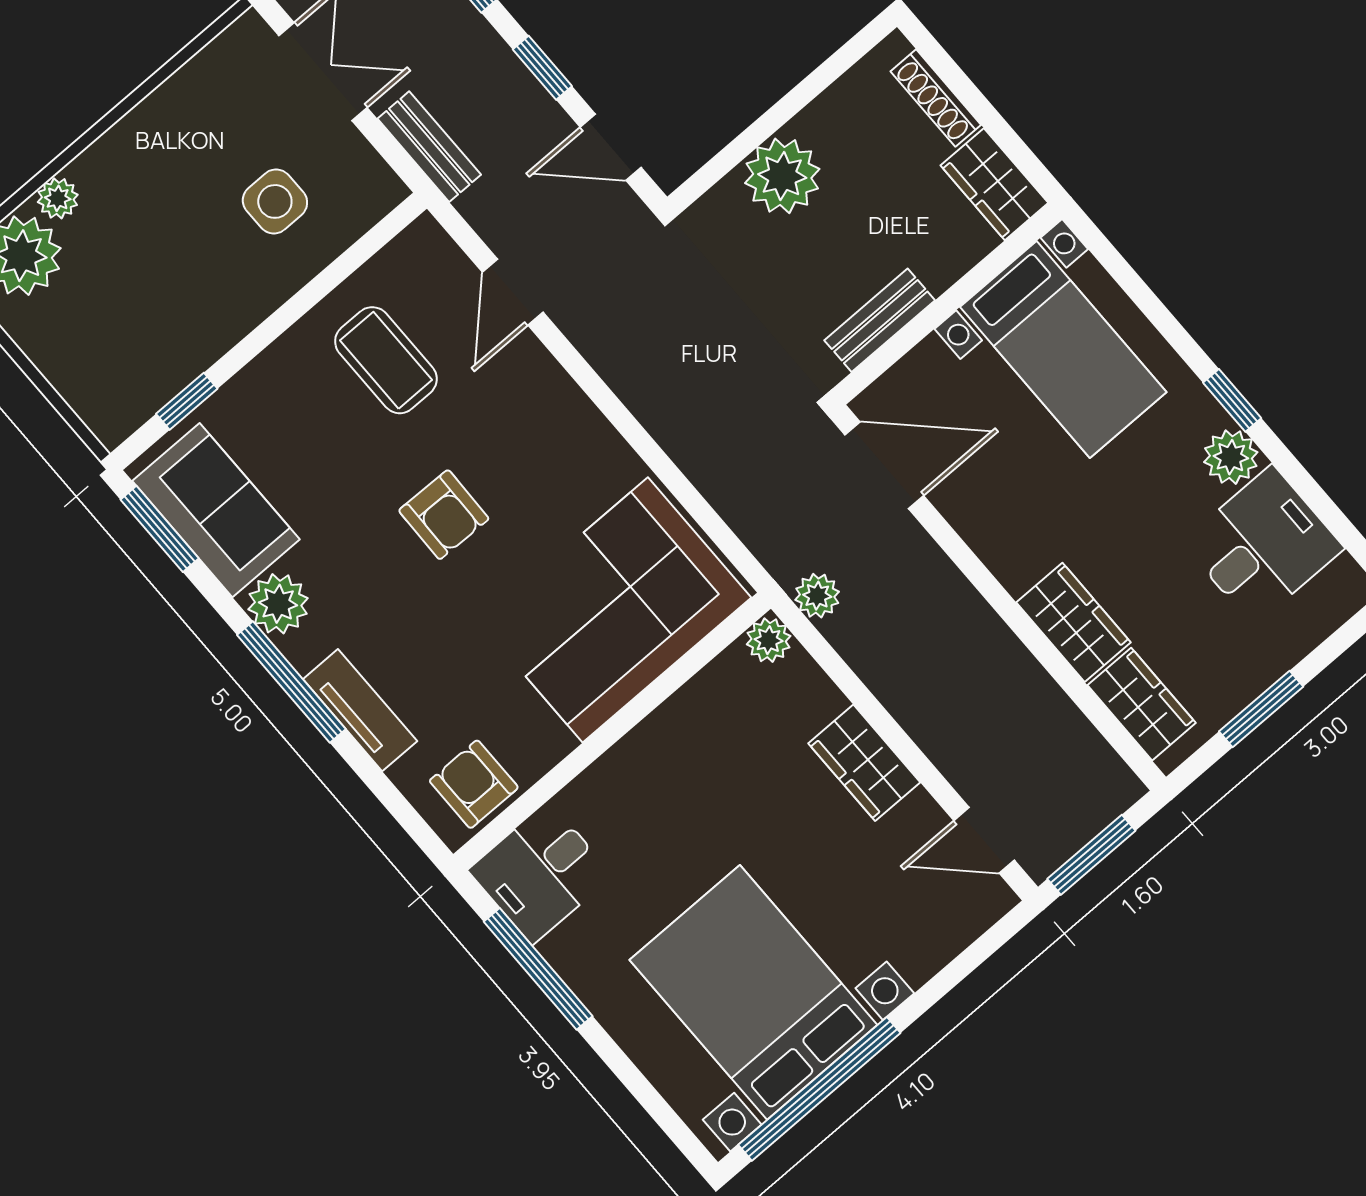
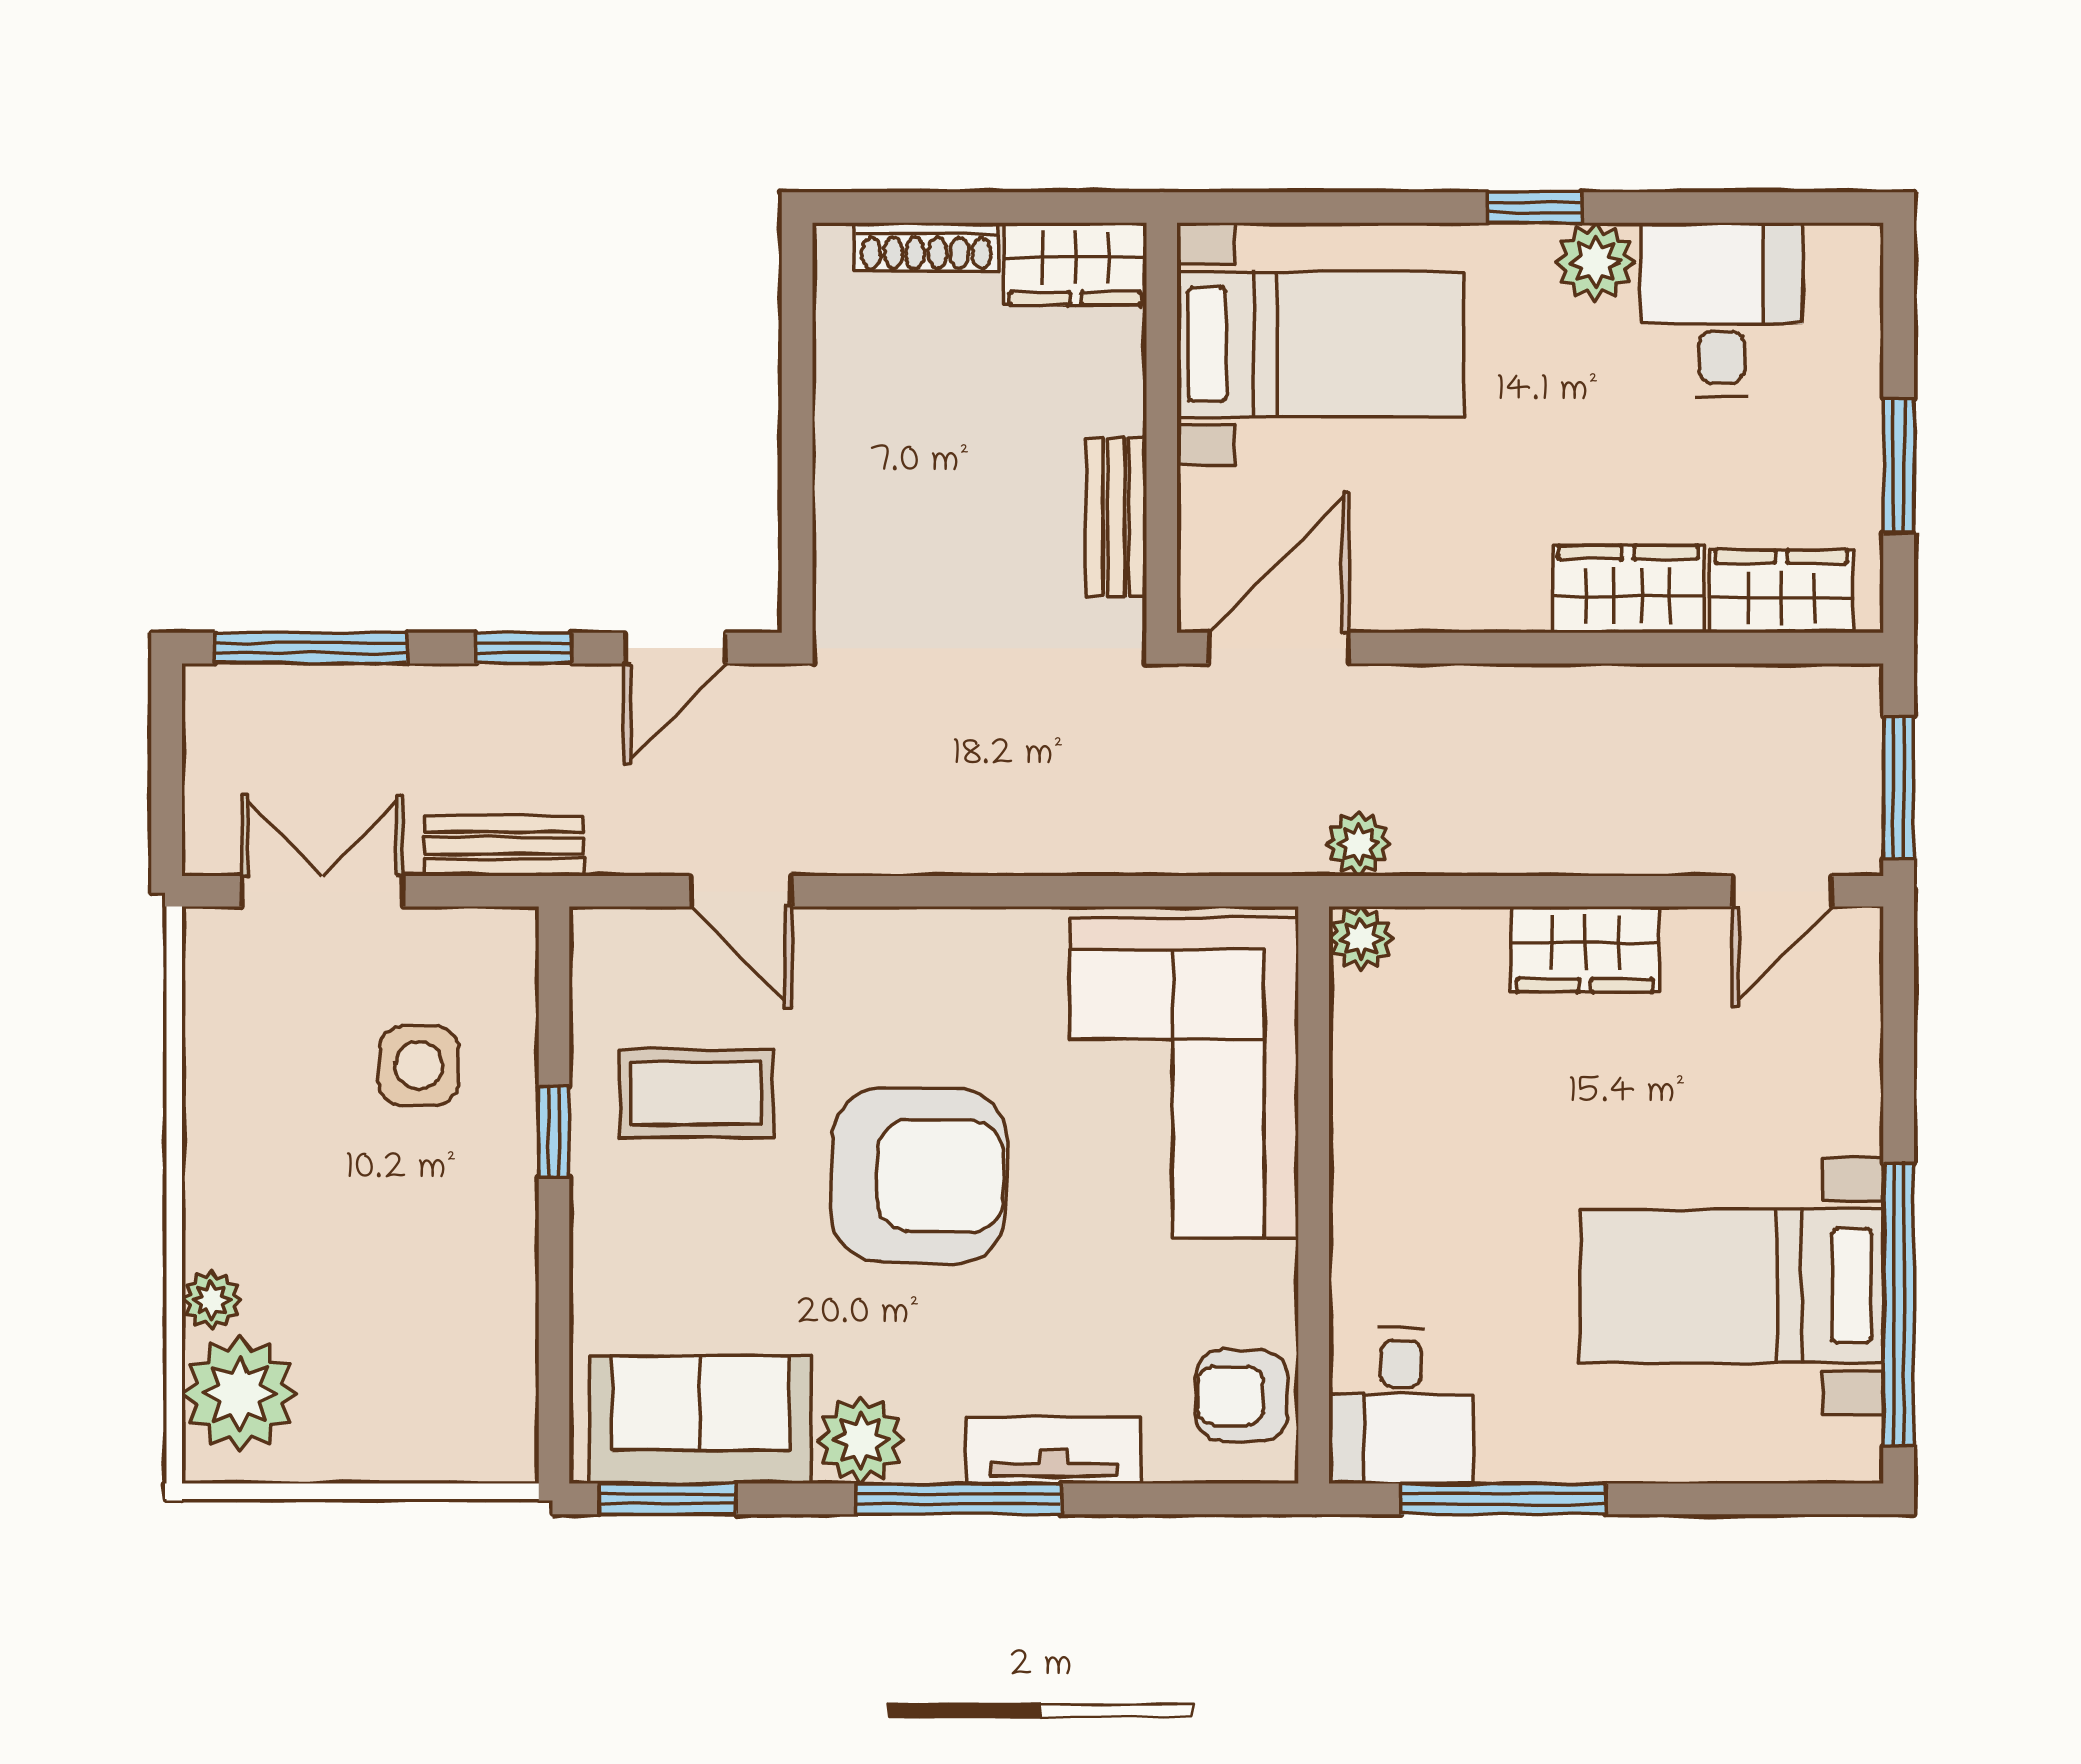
plant: (782, 176) -> (867, 488), removed
window: (187, 401) -> (554, 1132), moved
armchair: (444, 515) -> (919, 1175), width x1.88, depth x1.88
bed with nightstands: (753, 992) -> (1731, 1286), width x0.73

